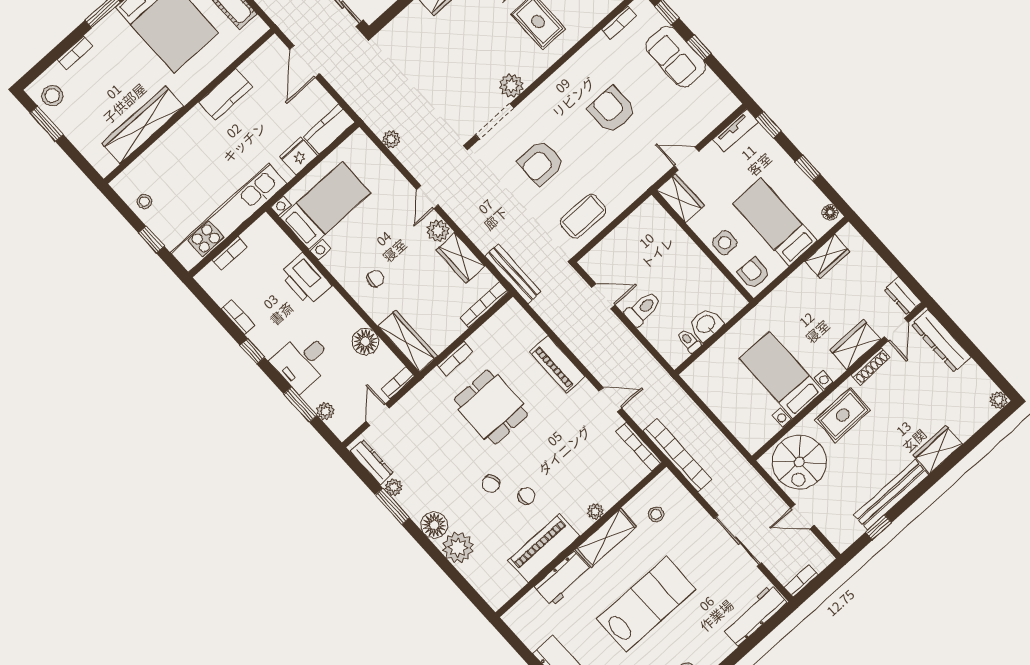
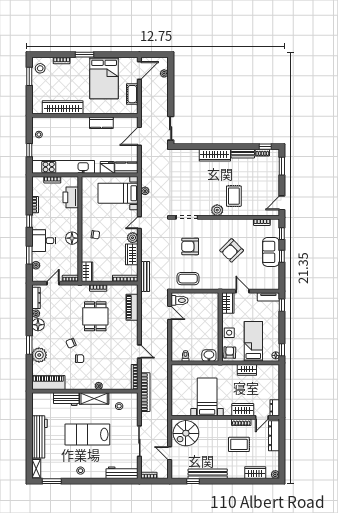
plant: (511, 86) -> (217, 210), moved
armchair: (612, 110) -> (232, 250), turned -135
window: (808, 168) -> (282, 350), moved
bed with nightstands: (325, 205) -> (118, 193), moved, turned 180
wardrobe: (827, 256) -> (247, 370), moved
printer: (305, 279) -> (71, 197), moved
toilet: (643, 309) -> (180, 300), moved
washbasin: (706, 325) -> (209, 355), moved
wardrobe: (408, 341) -> (87, 272), width x0.67
floor lamp: (365, 342) -> (72, 238), moved
piano: (557, 364) -> (132, 307), moved
rug: (843, 415) -> (239, 444), moved
wardrobe: (938, 449) -> (255, 473), moved
window: (392, 506) -> (29, 345), moved
floor lamp: (434, 525) -> (38, 325), moved
piano: (544, 548) -> (48, 383), moved
lab bench: (646, 604) -> (87, 434), turned 180

